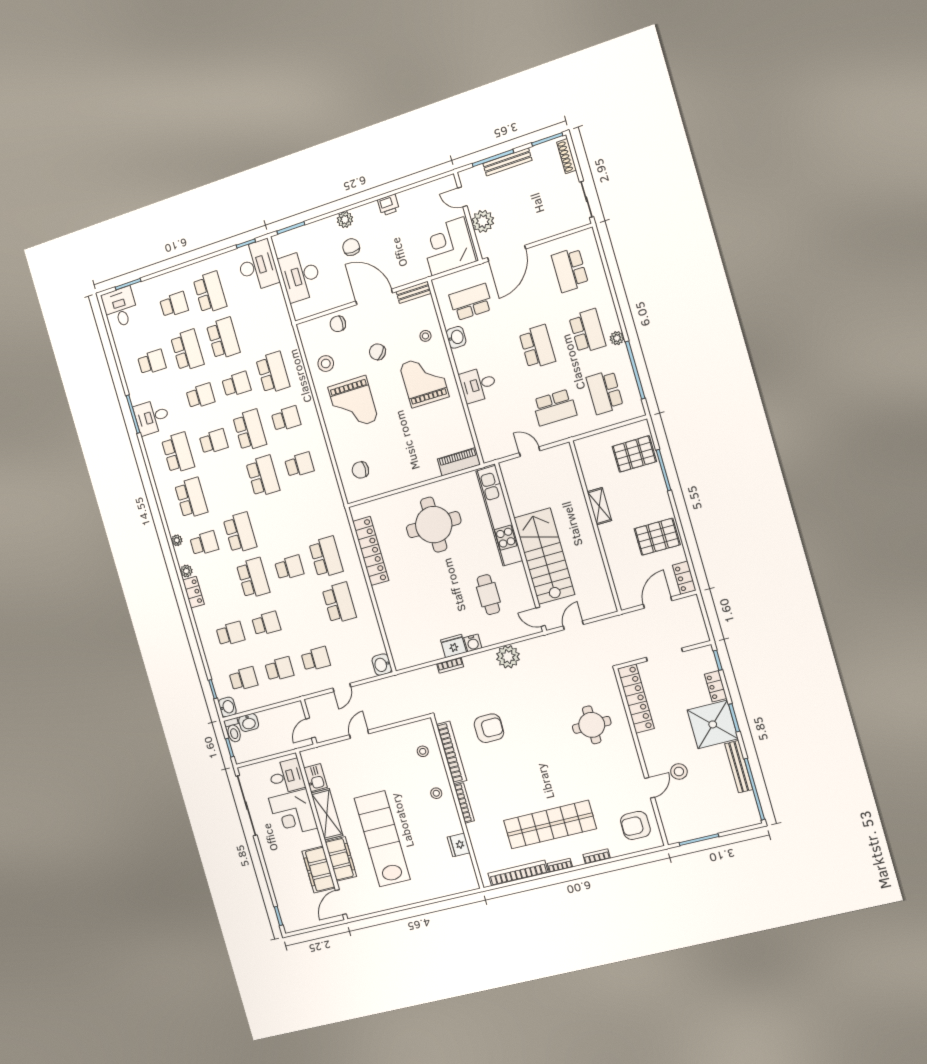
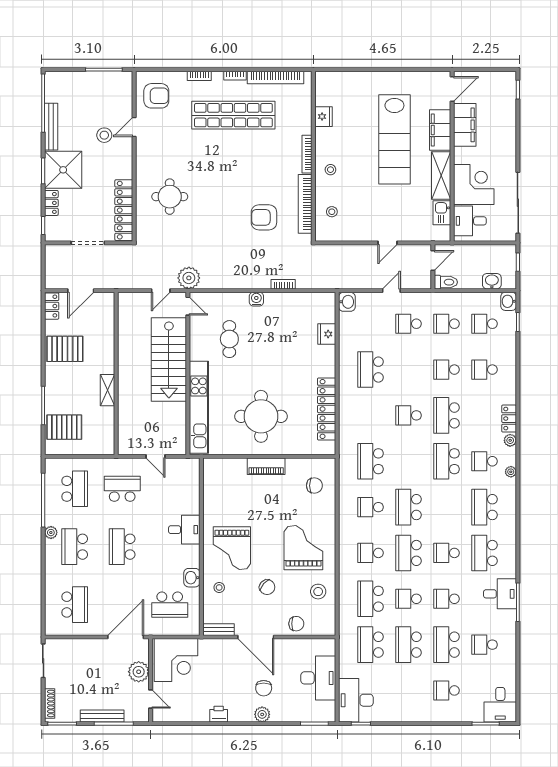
school desk: (210, 292) -> (371, 645), moved
piano: (459, 462) -> (266, 466), moved
school desk: (326, 557) -> (371, 461), moved
fridge: (454, 646) -> (327, 334), moved, turned 90
plant: (508, 657) -> (189, 278), moved
toilet: (233, 730) -> (446, 282), moved, turned 90

